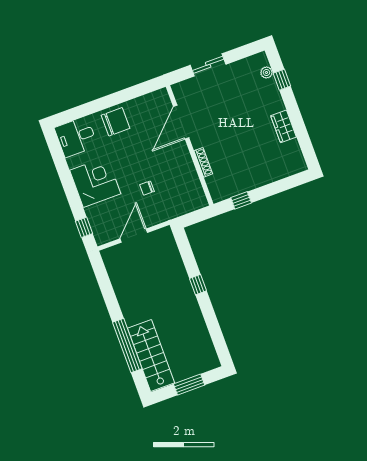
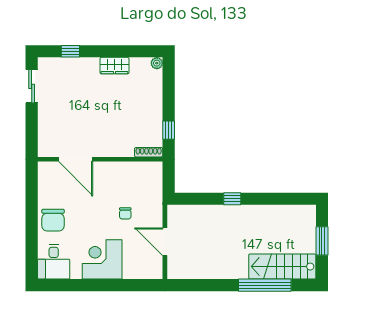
sliding door: (208, 65) -> (32, 86), moved
plant: (266, 72) -> (157, 63), moved
chair: (115, 122) -> (53, 220), turned 180
shoe rack: (203, 162) -> (149, 152), moved
window: (84, 227) -> (140, 285), removed

